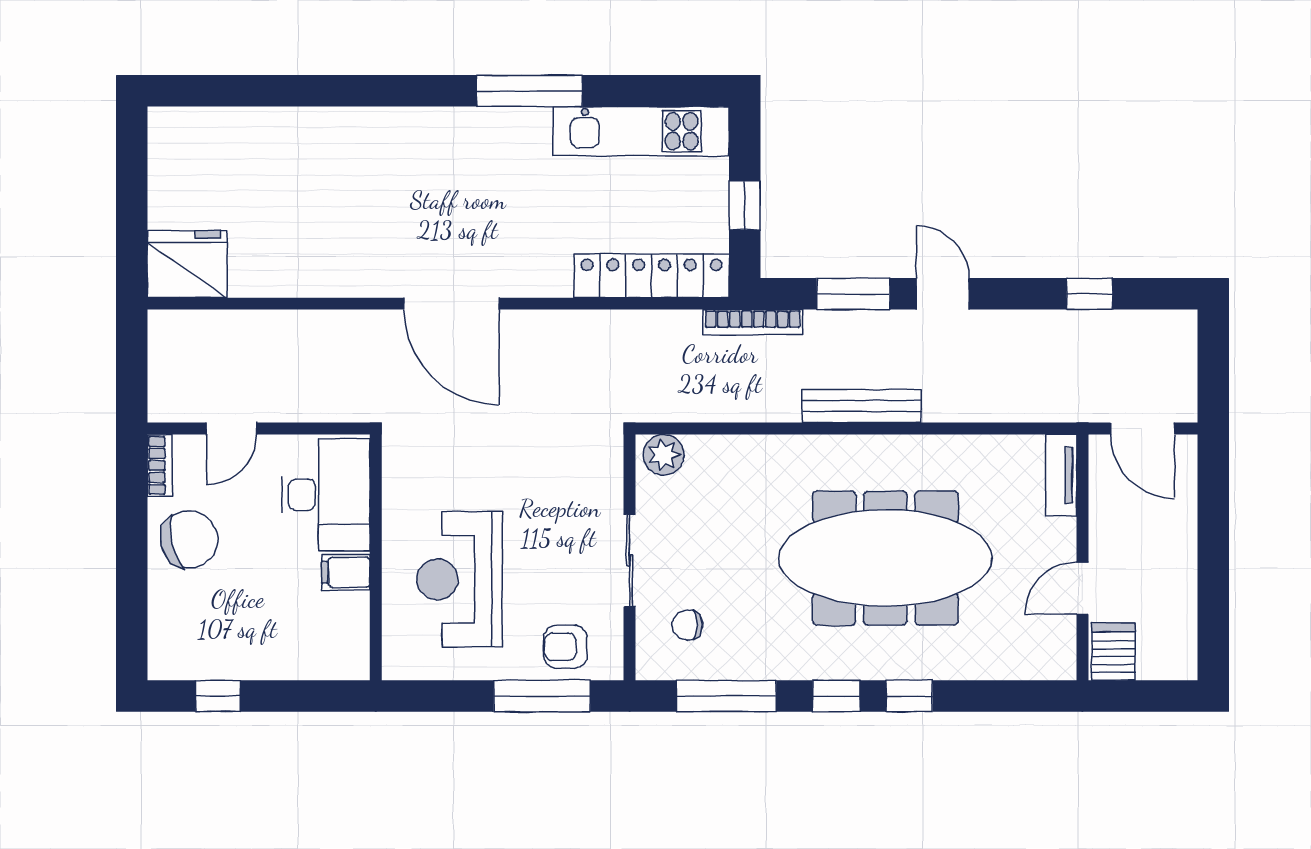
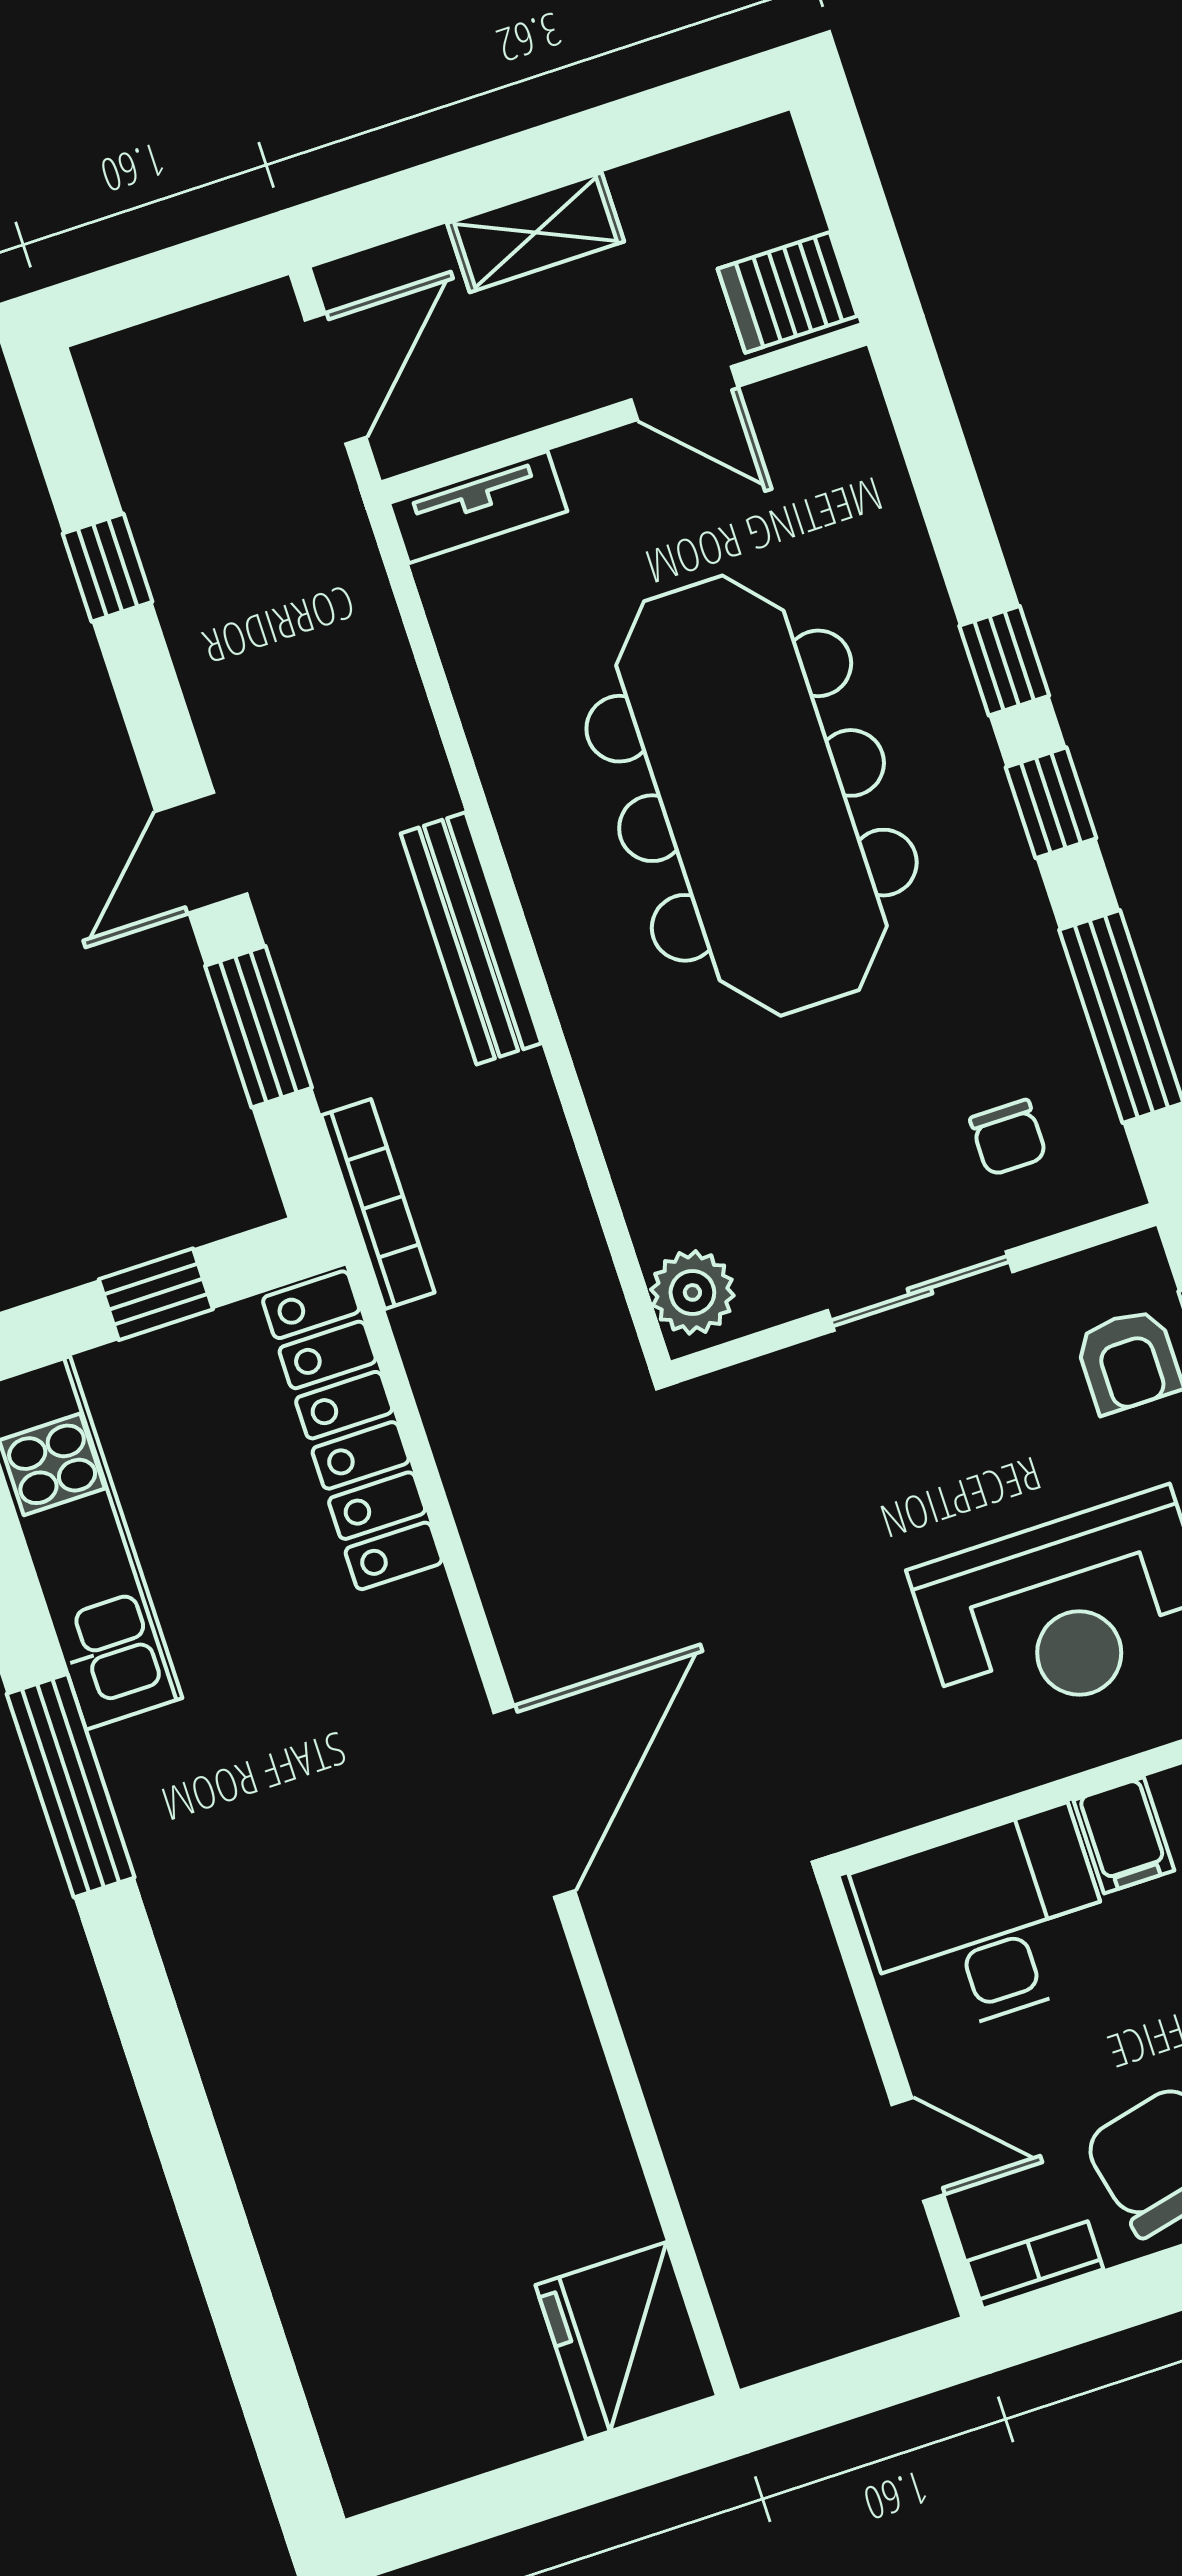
shelving: (1180, 544) -> (536, 232), added

